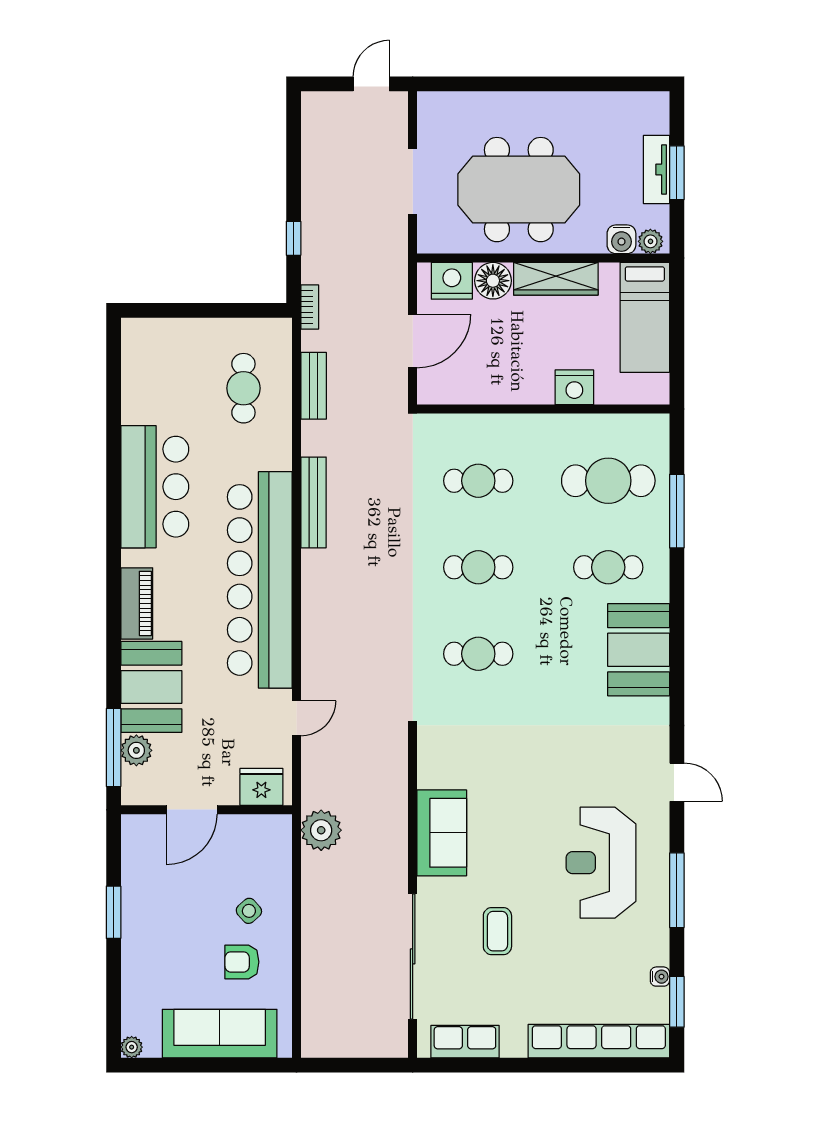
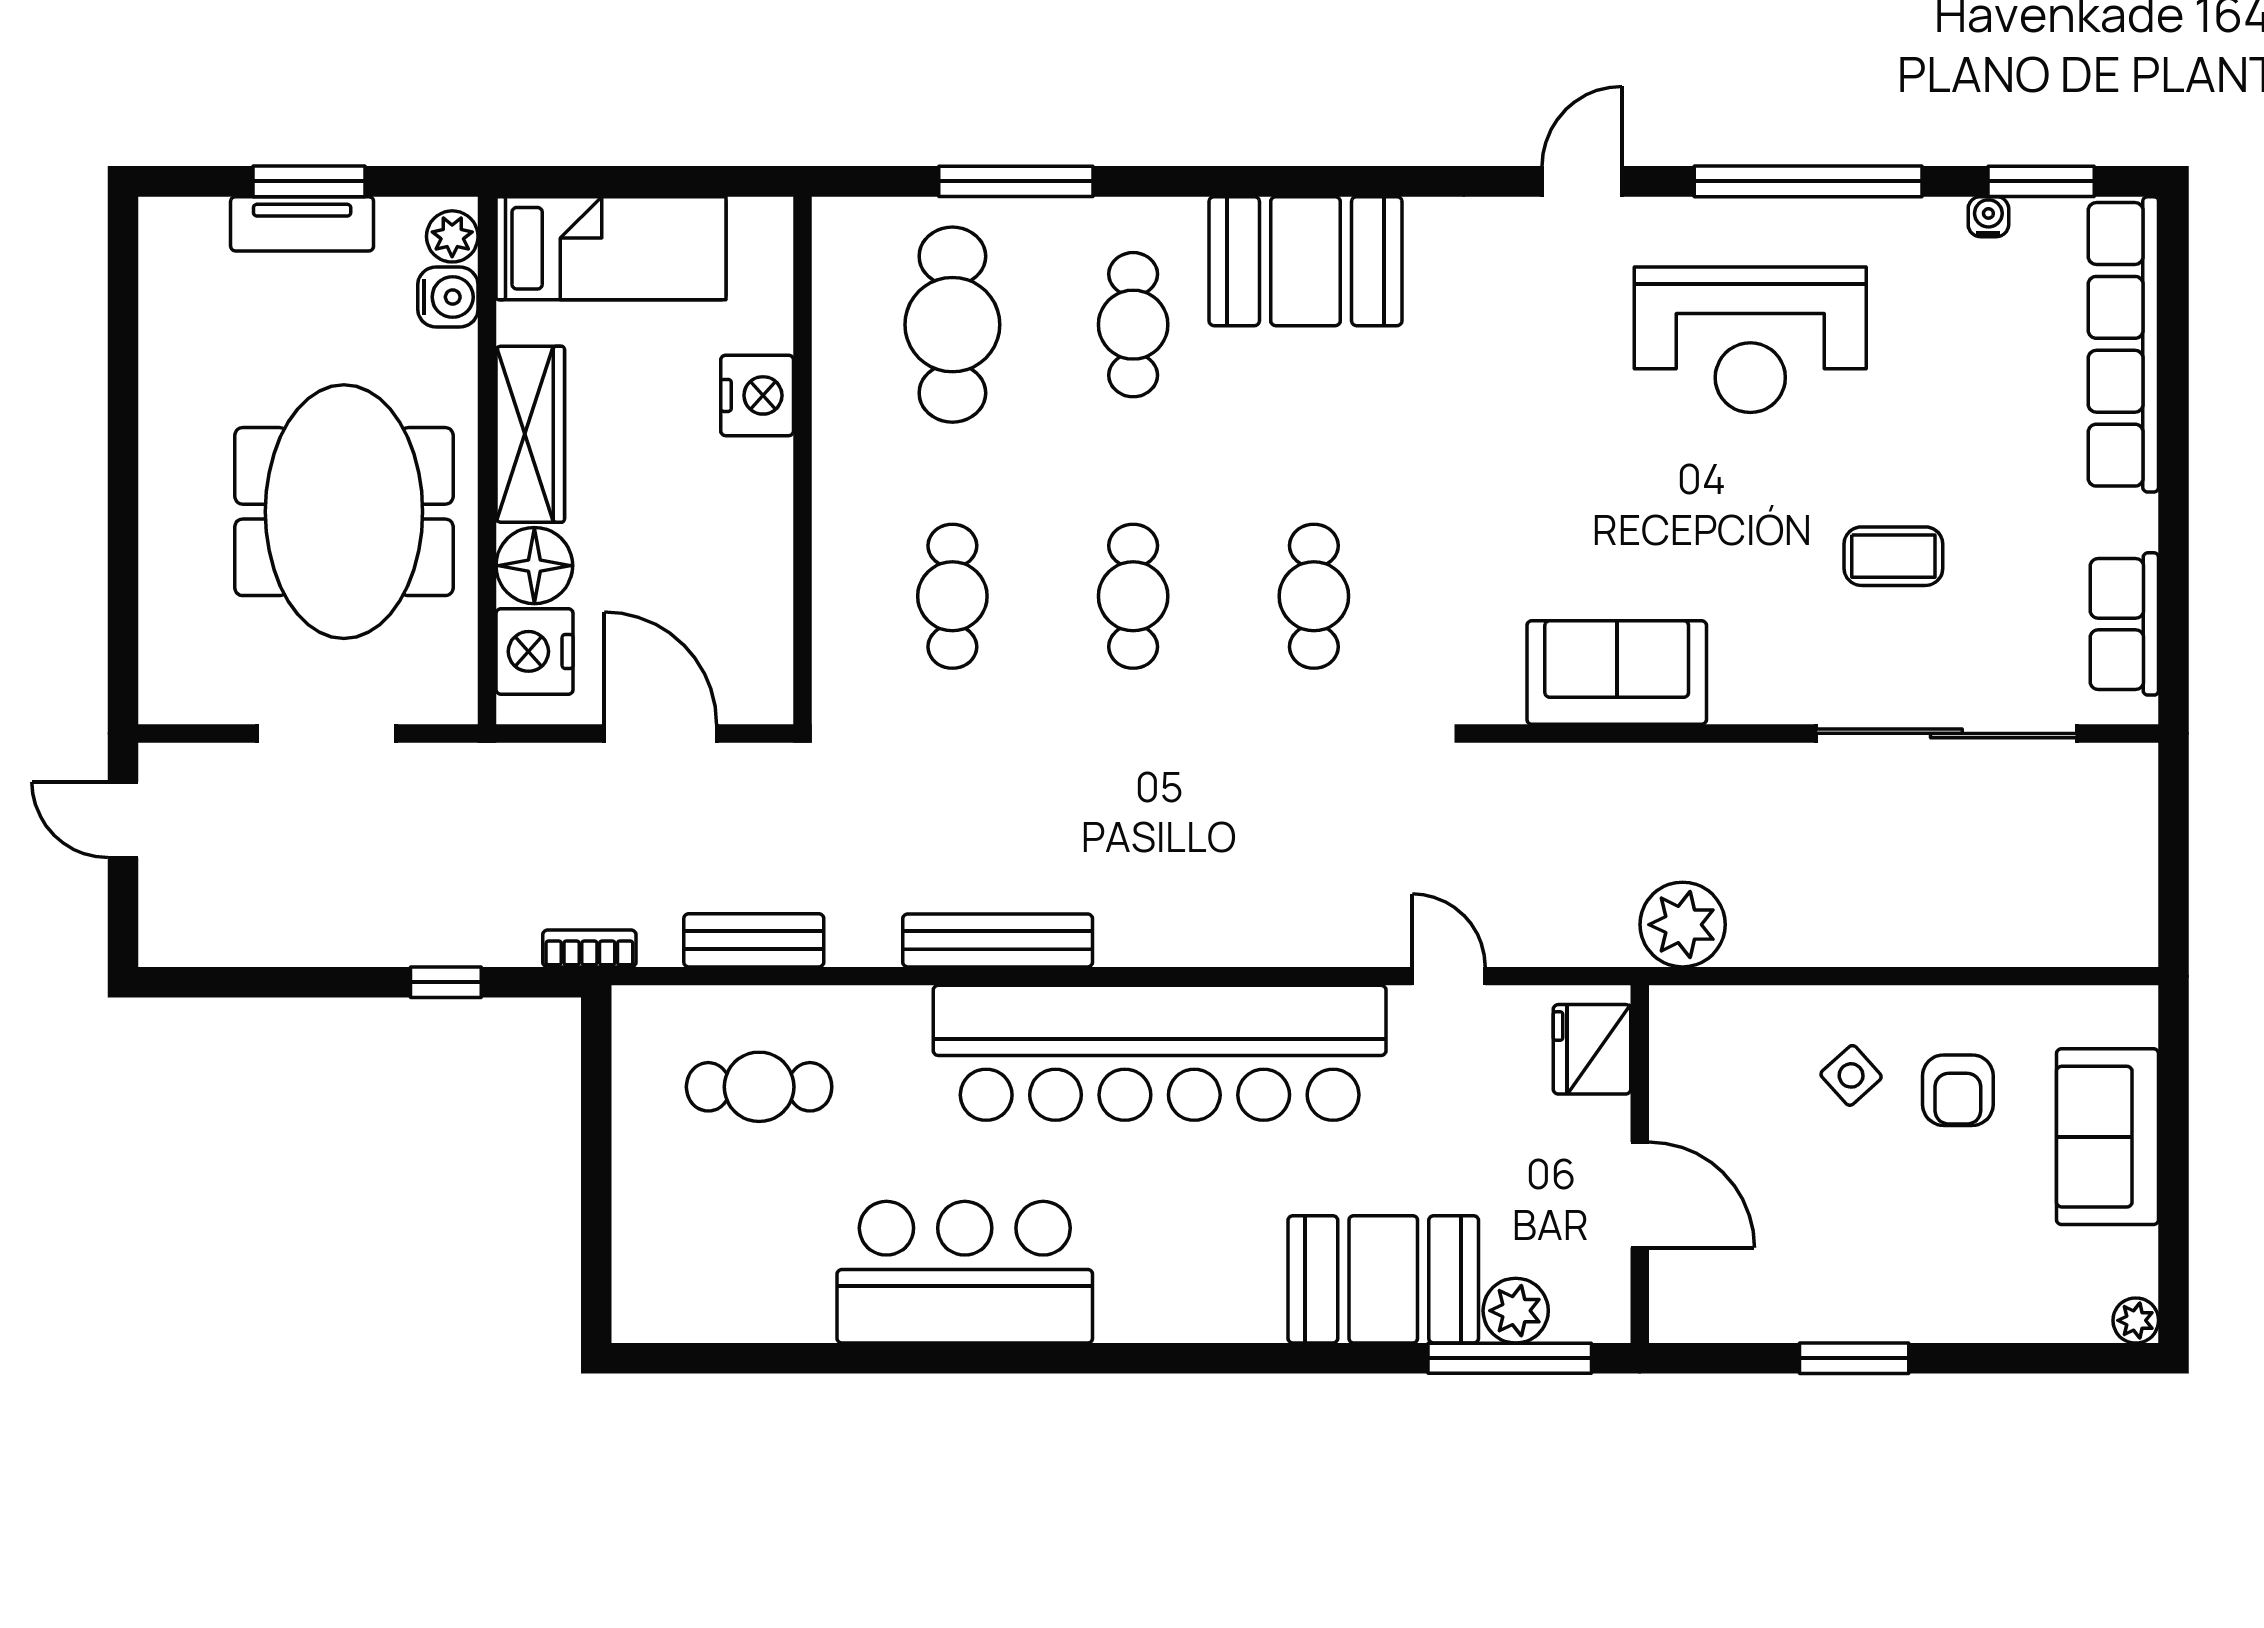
piano: (137, 603) -> (1209, 1310), removed
sofa: (442, 833) -> (1617, 672), moved
window: (677, 890) -> (1808, 181), width x1.46
sofa: (220, 1034) -> (2108, 1137), width x0.73

